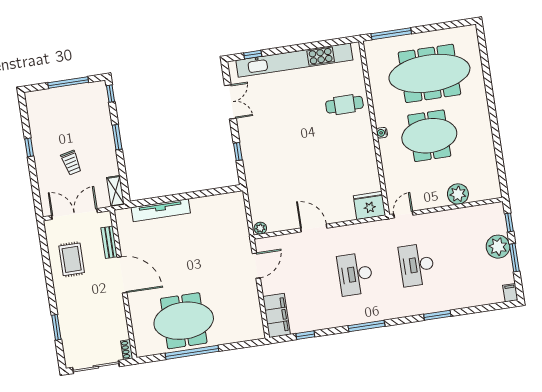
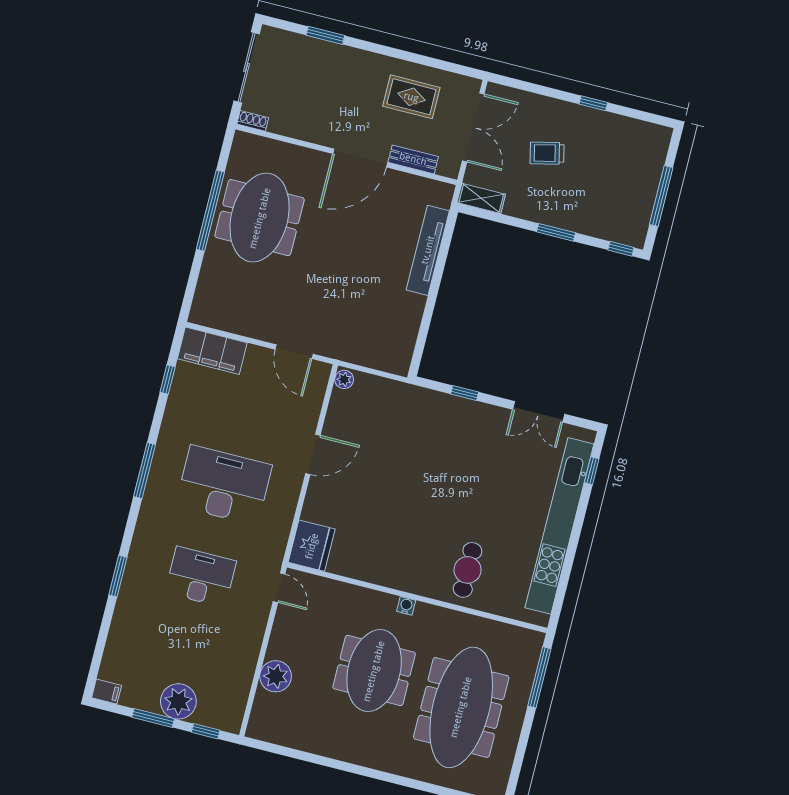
desk: (355, 274) -> (224, 485), width x1.36, depth x1.30

